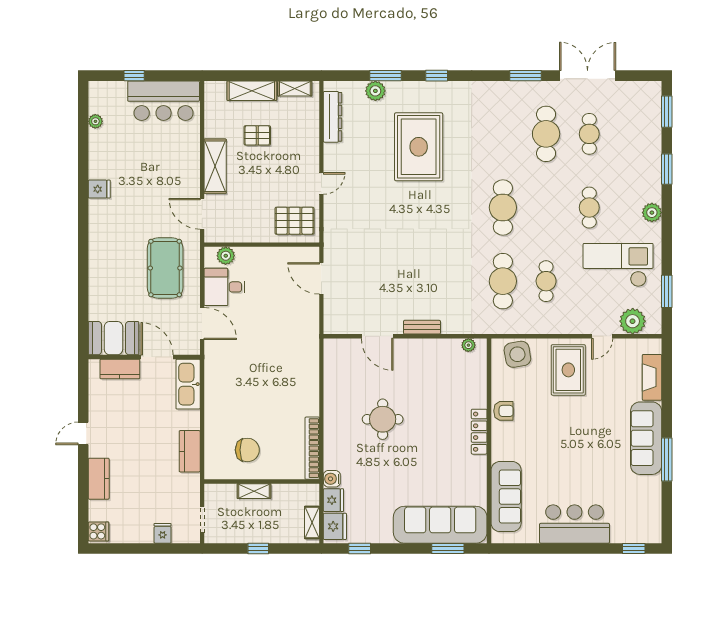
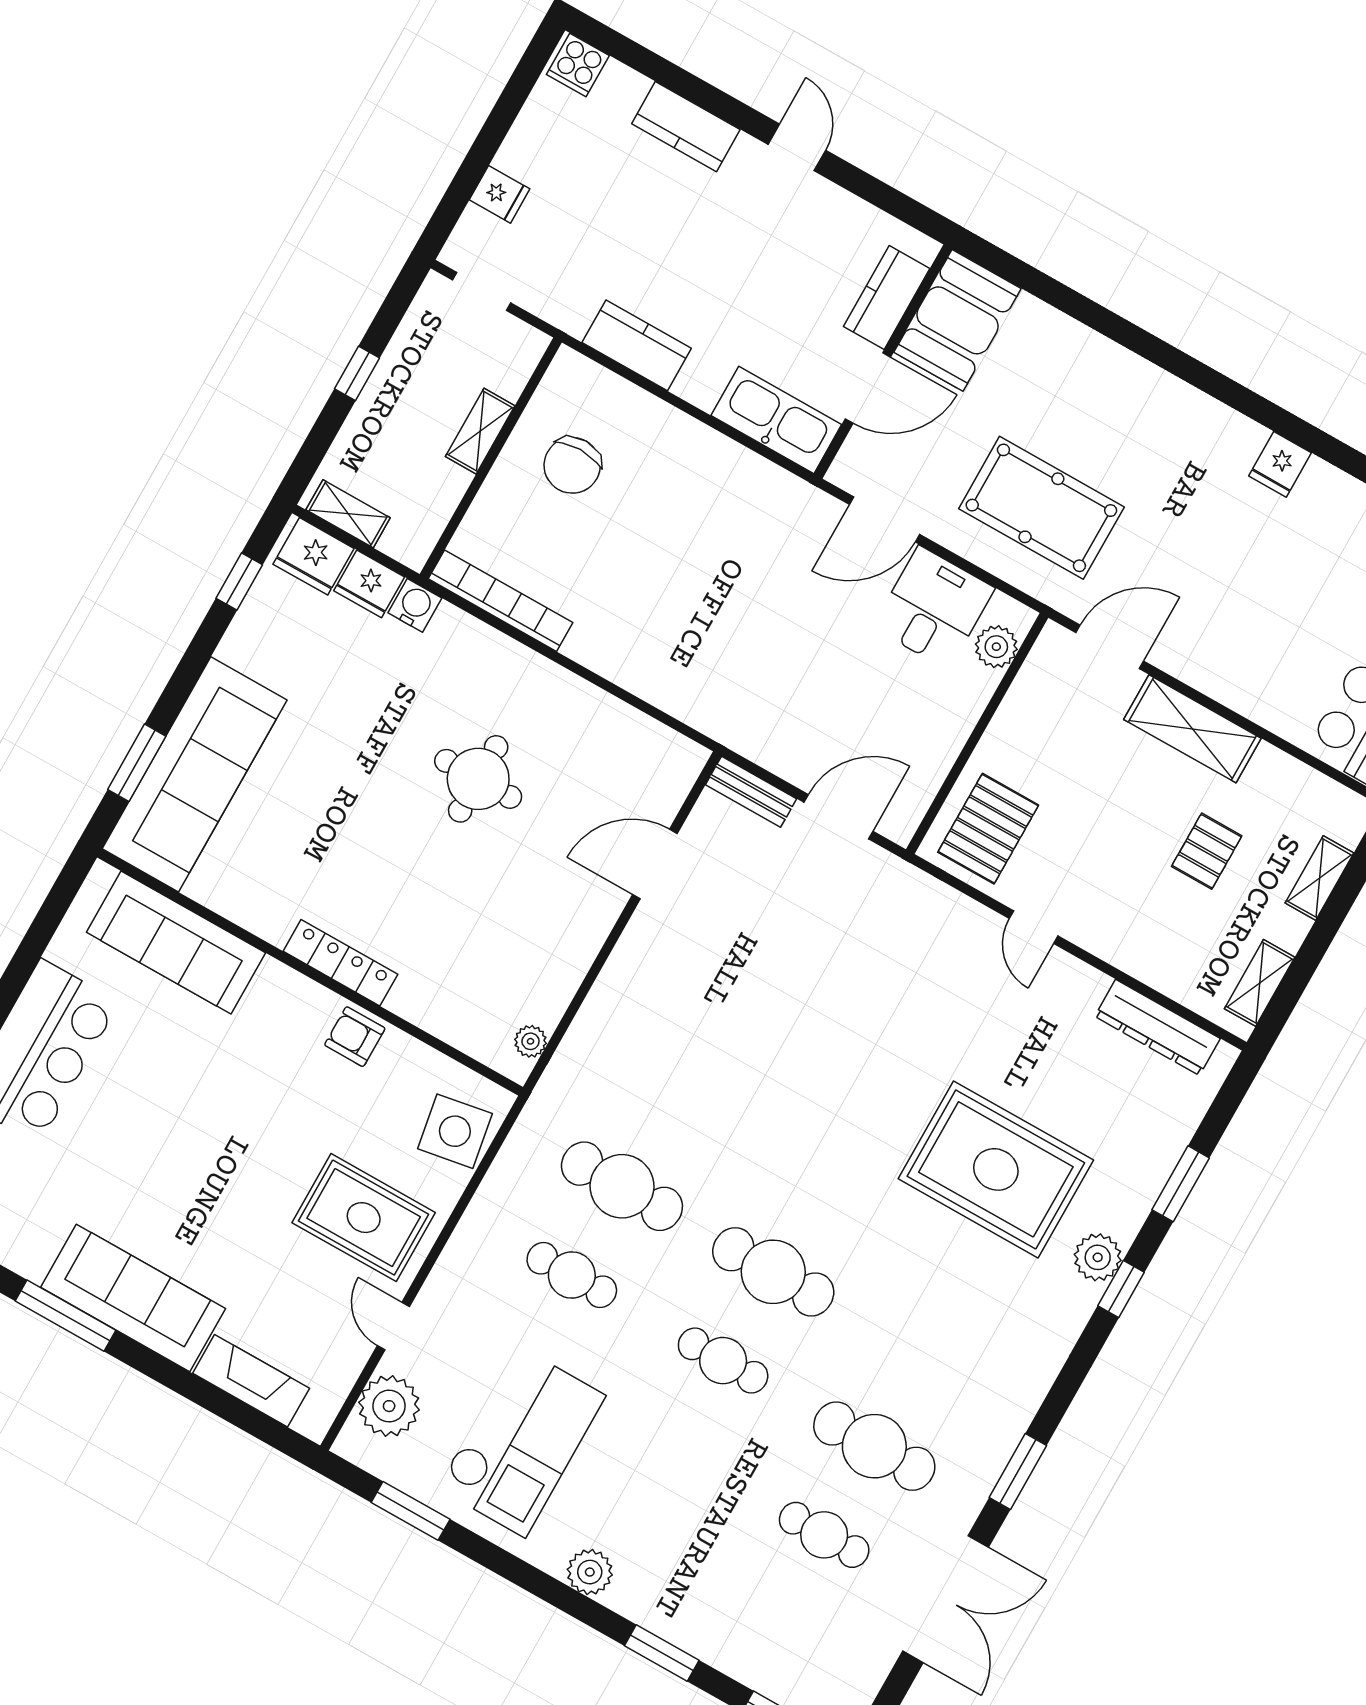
shelving: (252, 91) -> (1319, 878), width x0.67, depth x0.75
plant: (375, 91) -> (1098, 1257), moved
cafe table: (589, 208) -> (723, 1361), moved
bench: (422, 327) -> (751, 792), moved, turned 90
armchair: (503, 411) -> (355, 1037), turned 90

